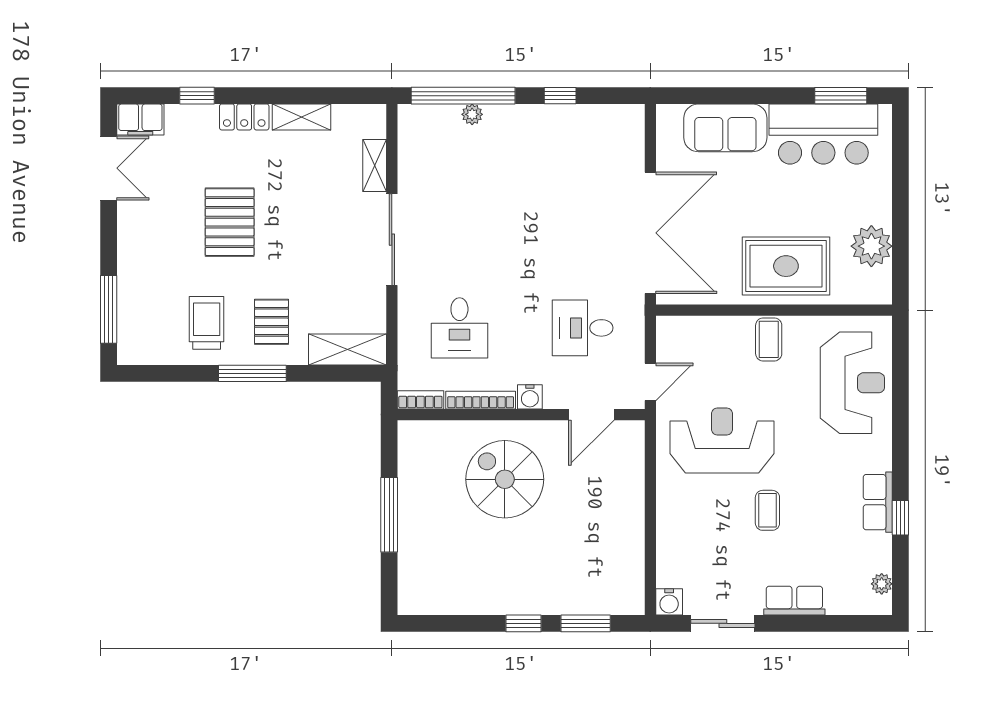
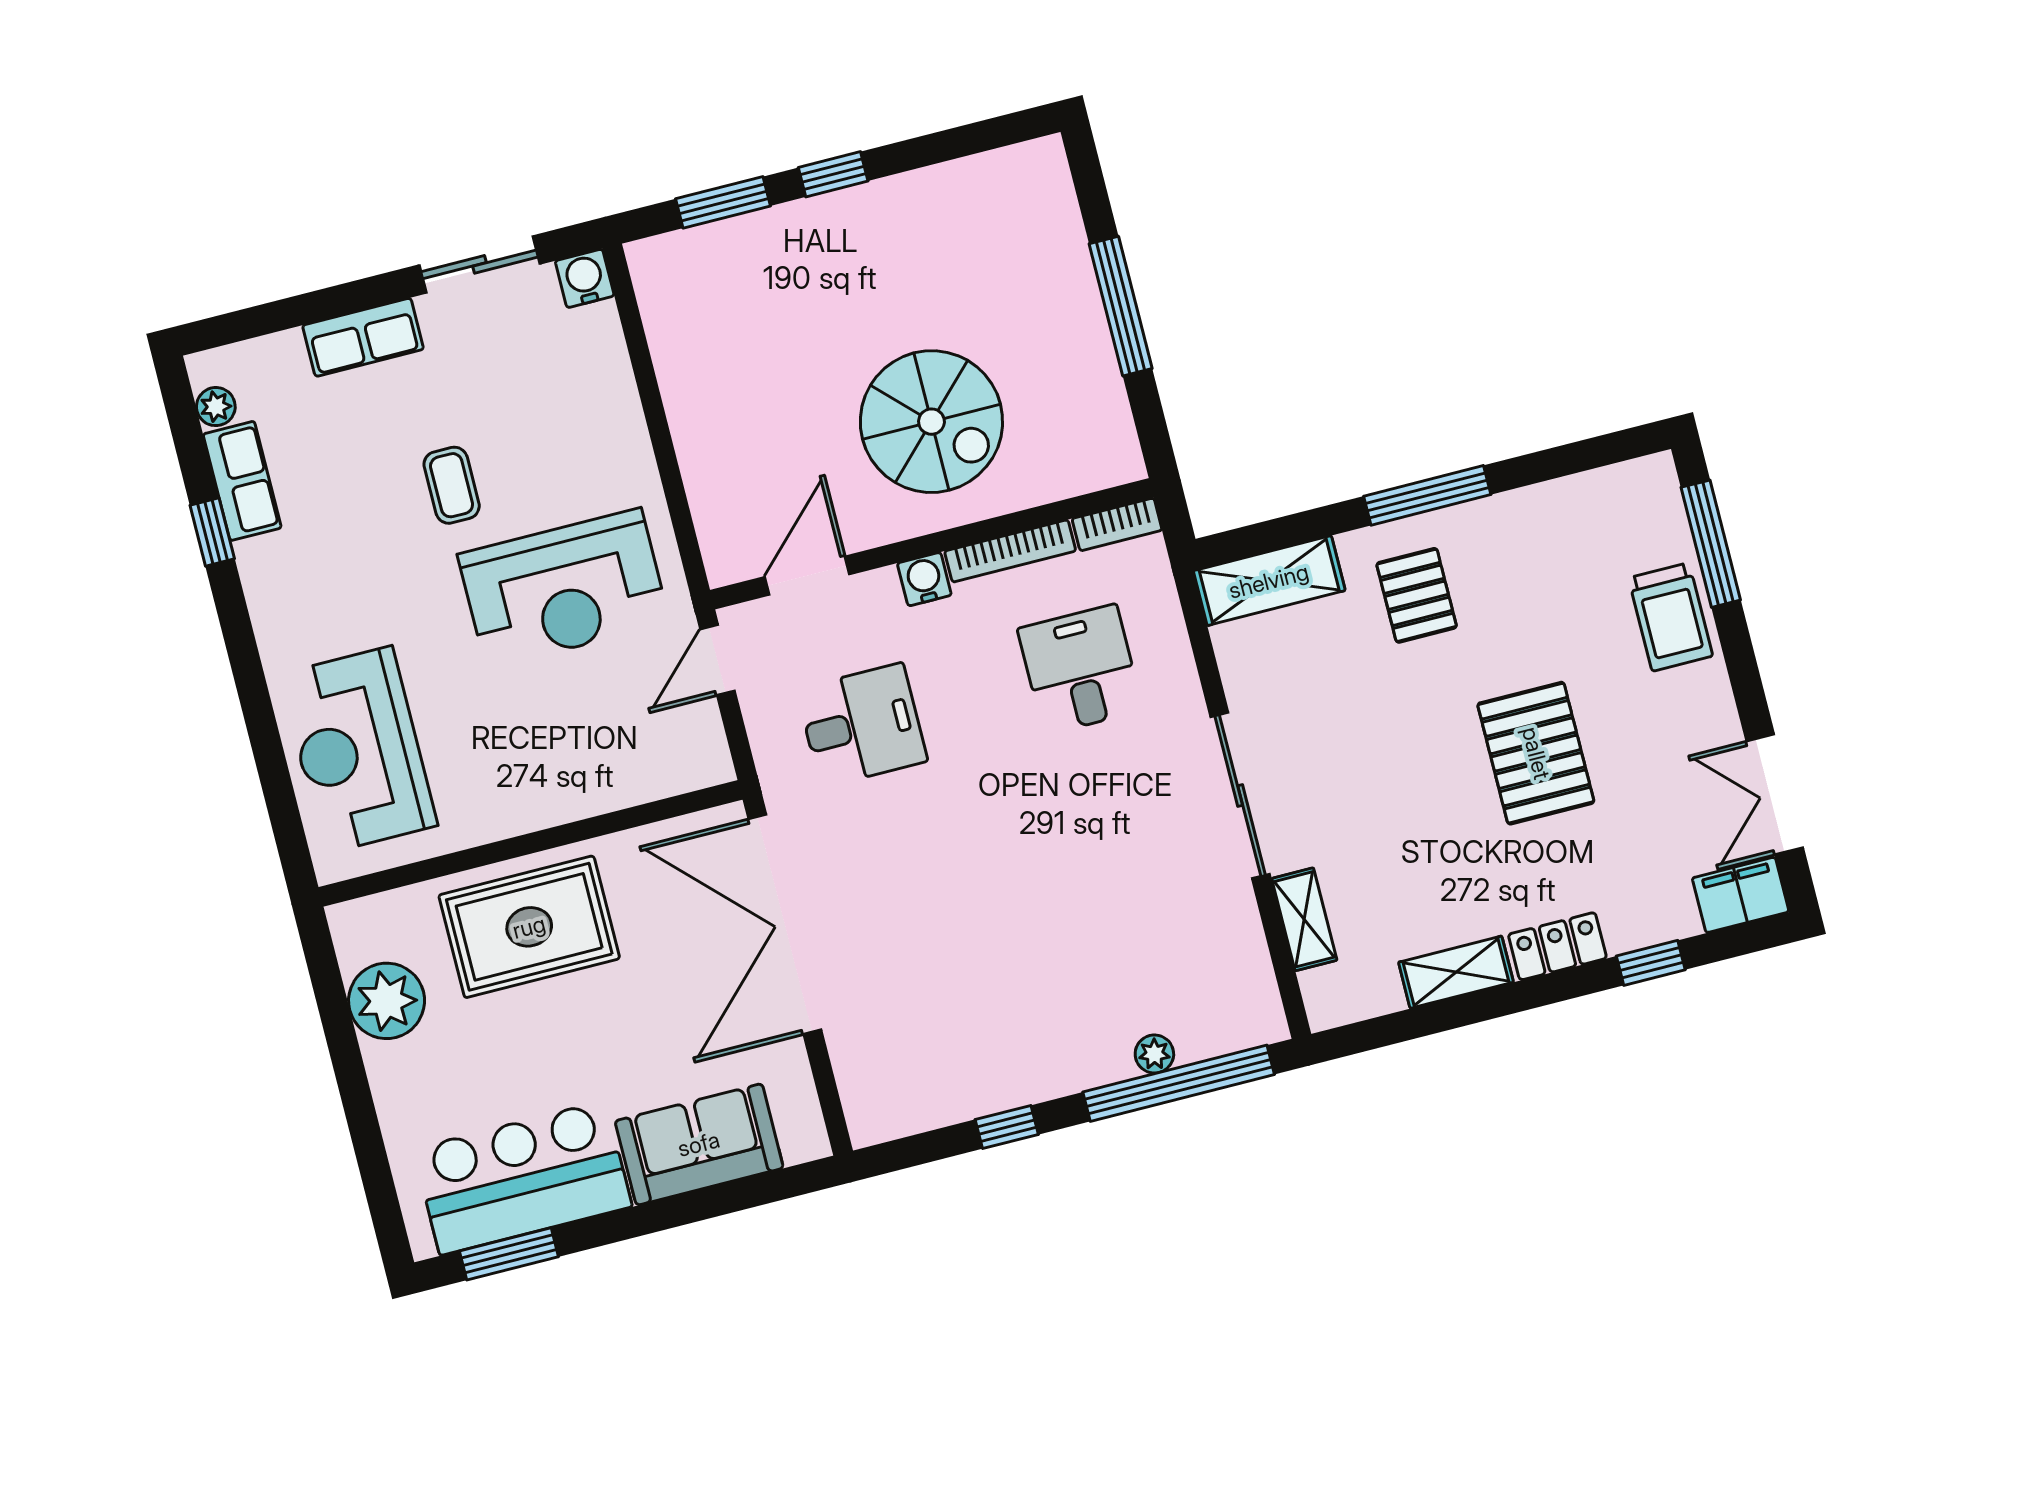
trolley: (207, 323) -> (1671, 617), moved
coffee table: (769, 339) -> (527, 789), removed
row of seats: (878, 502) -> (242, 481), moved

